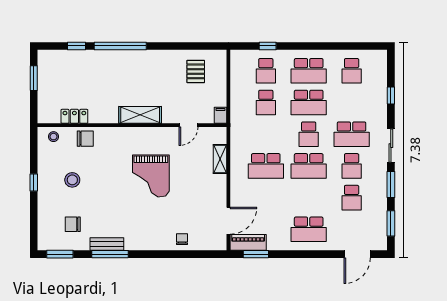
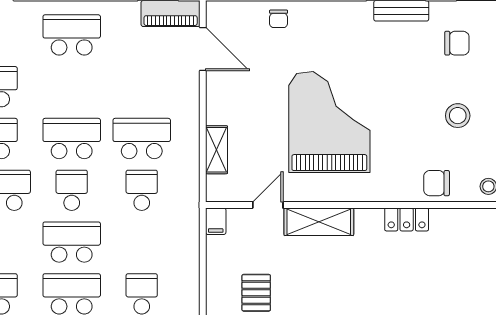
school desk: (266, 102) -> (142, 190), moved
shelving: (140, 115) -> (319, 222), moved
locker: (74, 116) -> (407, 219), moved
grand piano: (151, 176) -> (329, 122), width x1.37, depth x1.48
door: (228, 221) -> (203, 49), swing flipped

